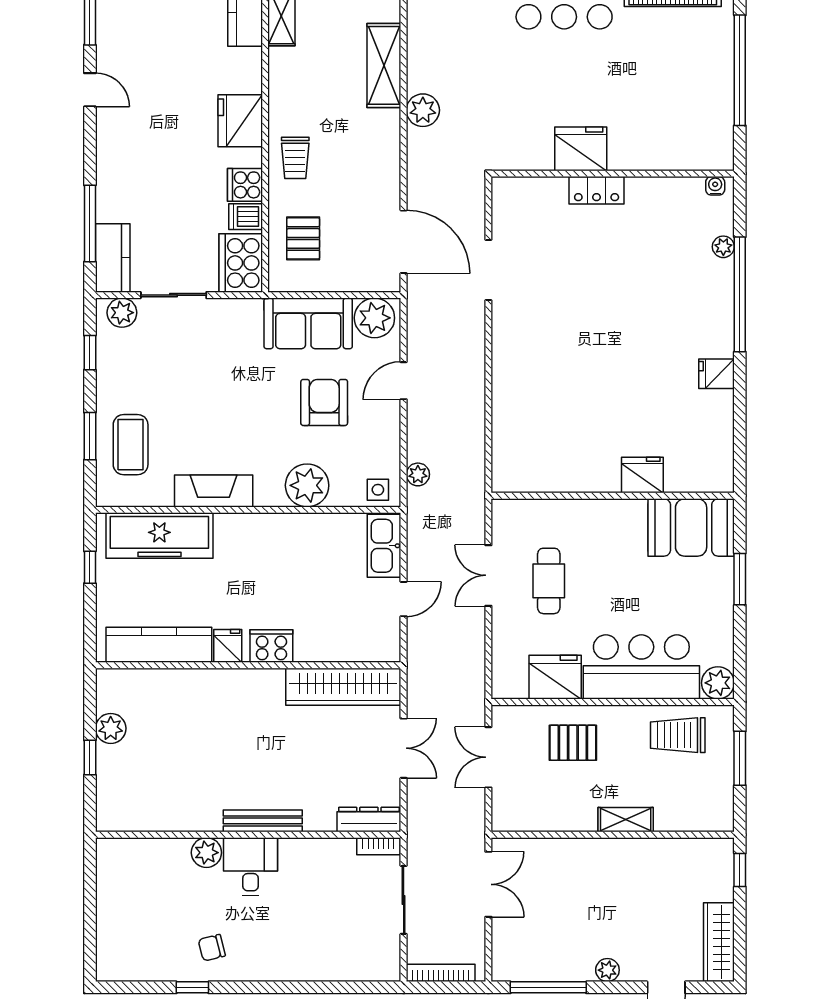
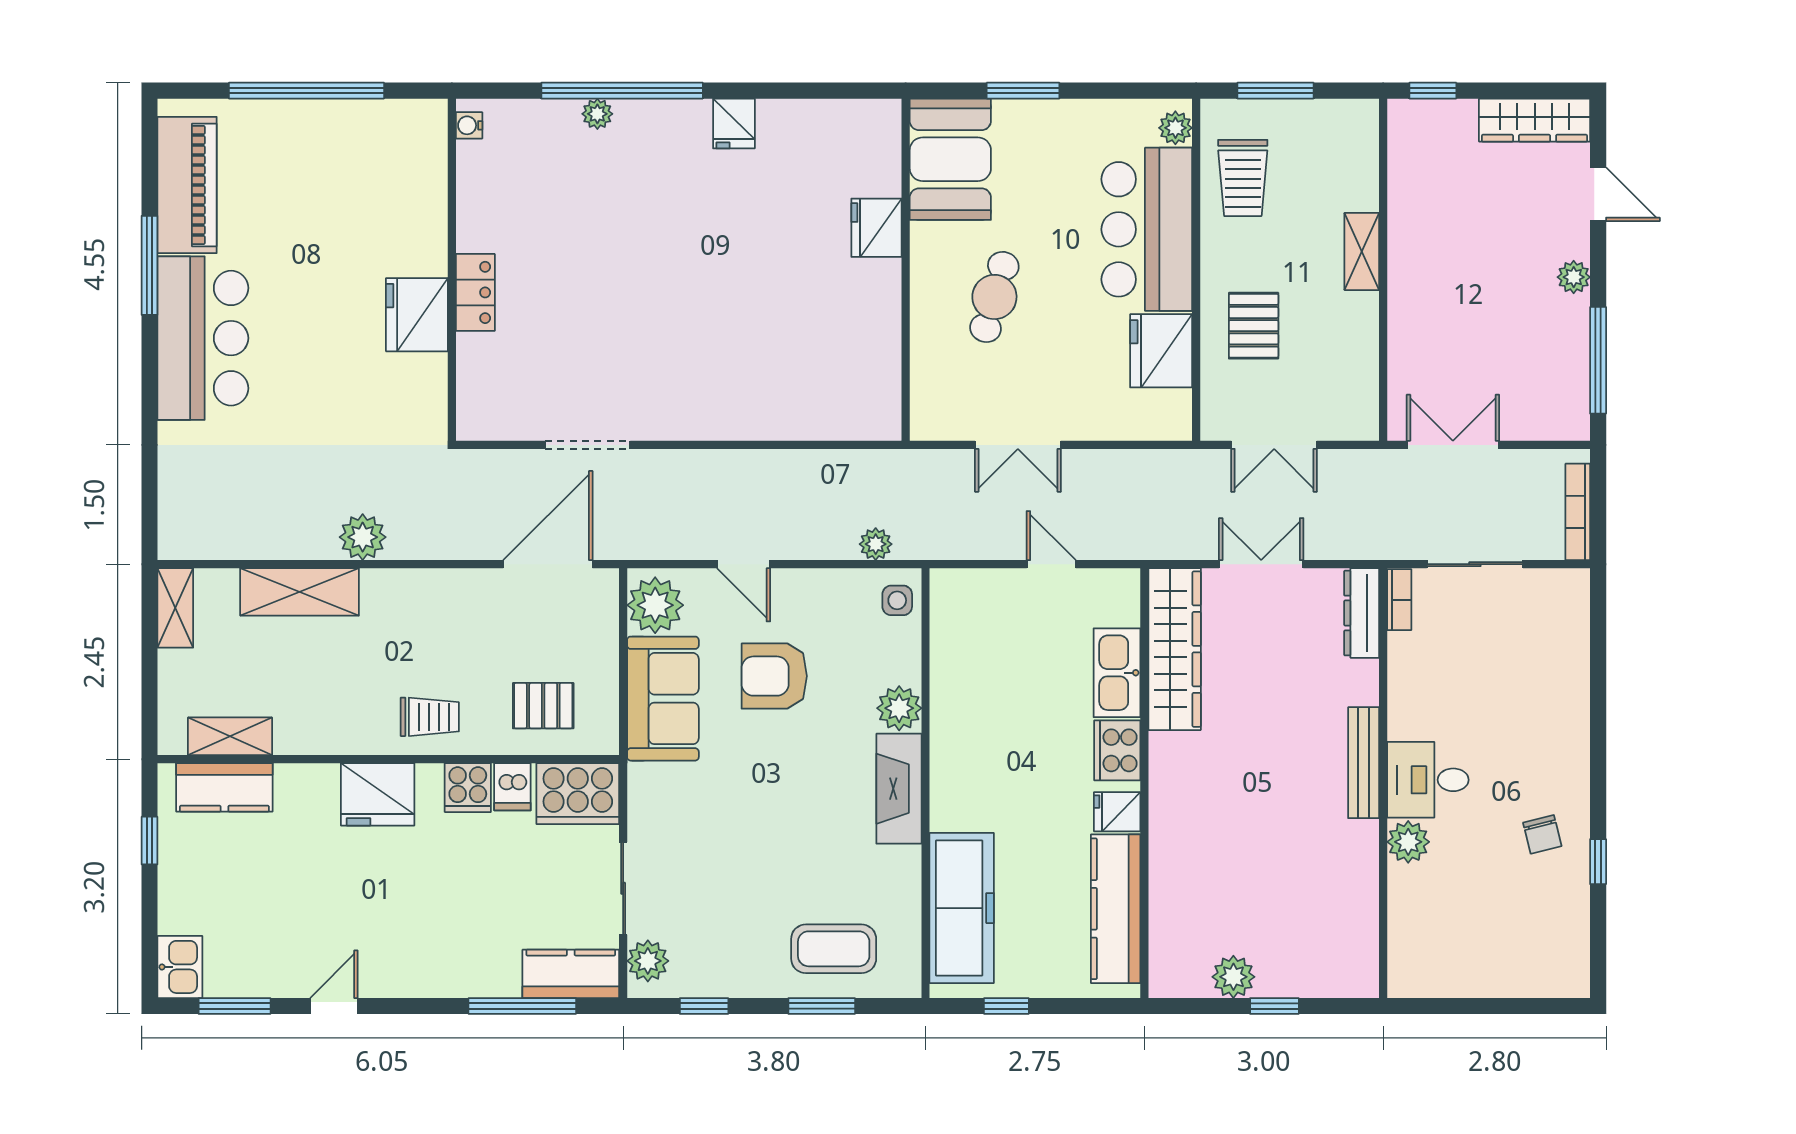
plant: (723, 247) -> (597, 114), moved
plant: (307, 485) -> (899, 708), width x0.73, depth x0.73
fireplace: (214, 491) -> (899, 789), moved
kitchen sink: (384, 546) -> (1117, 673), moved, turned 90
cafe table: (549, 581) -> (994, 297), moved, turned -74
plant: (718, 683) -> (1175, 128), width x0.73, depth x0.73

